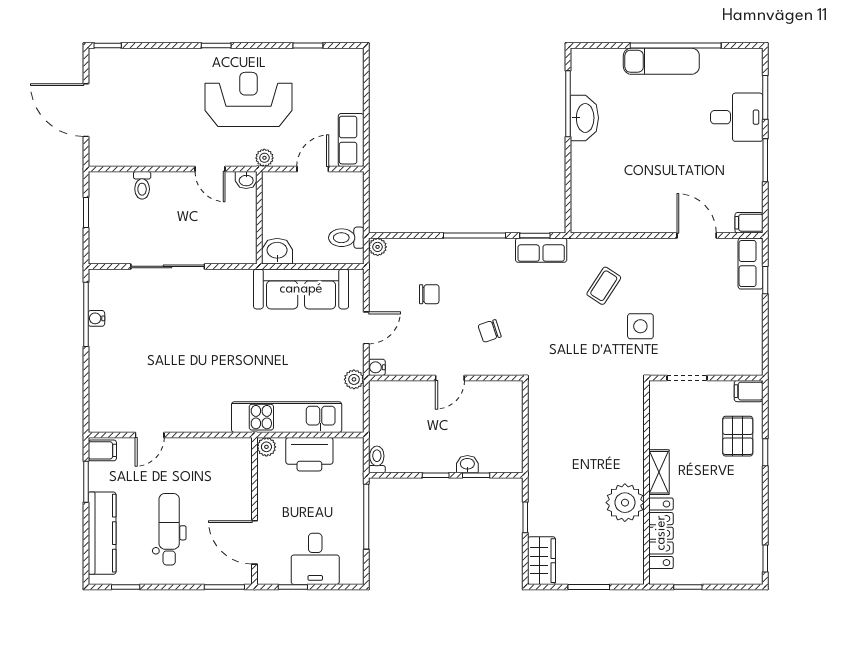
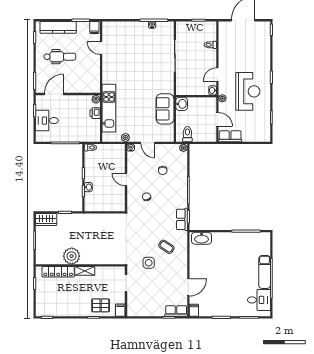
desk: (737, 117) -> (259, 300), moved, turned -90
washbasin: (584, 118) -> (202, 238), moved
sofa: (301, 289) -> (165, 109), width x0.73
printer: (309, 454) -> (95, 113), width x0.53, depth x0.68

